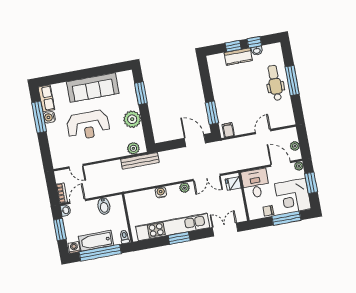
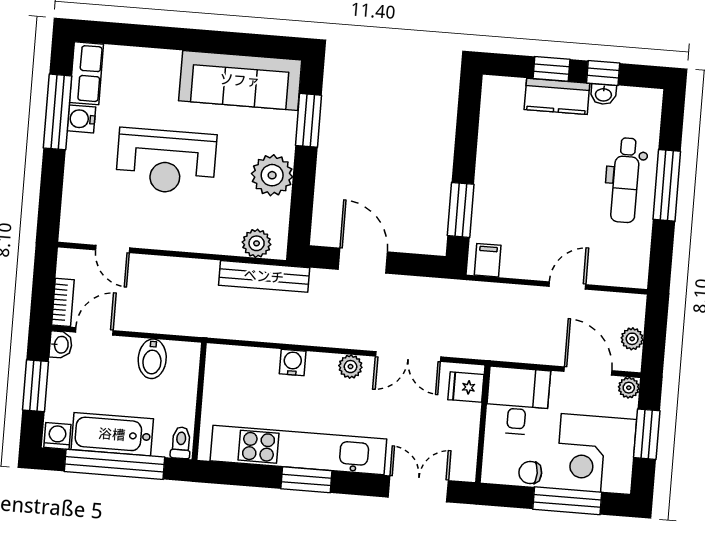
dental chair: (275, 83) -> (626, 180), turned 180
sofa: (93, 88) -> (240, 80), moved
door: (195, 141) -> (363, 261), moved

